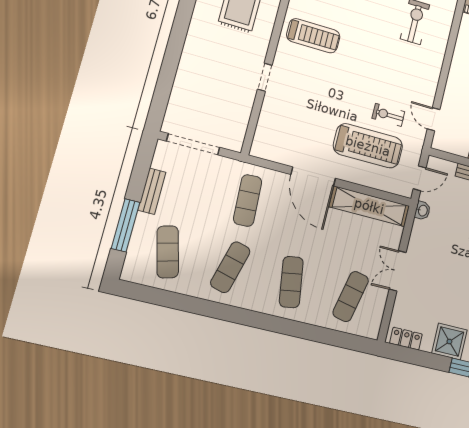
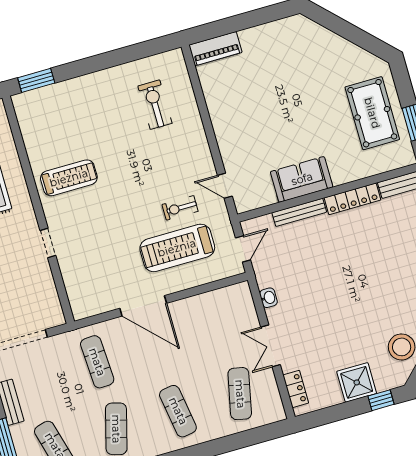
treadmill: (368, 146) -> (177, 248), turned 180
shelving: (369, 206) -> (210, 302), removed
washbasin: (422, 211) -> (268, 298), moved
locker: (406, 339) -> (296, 389), moved, turned 90

